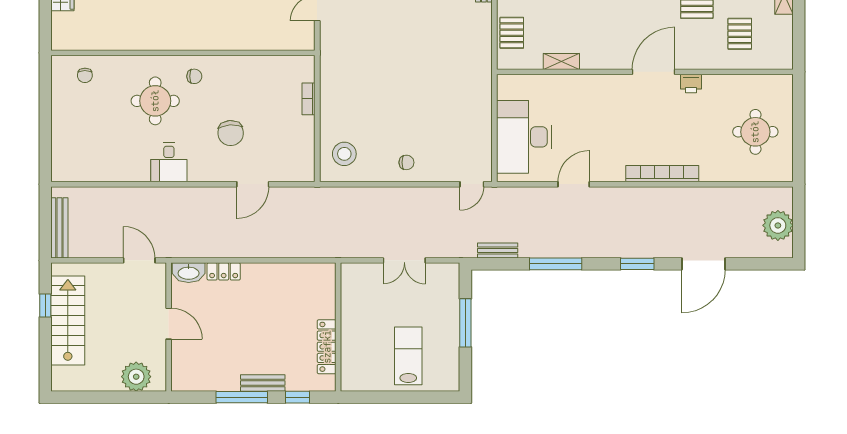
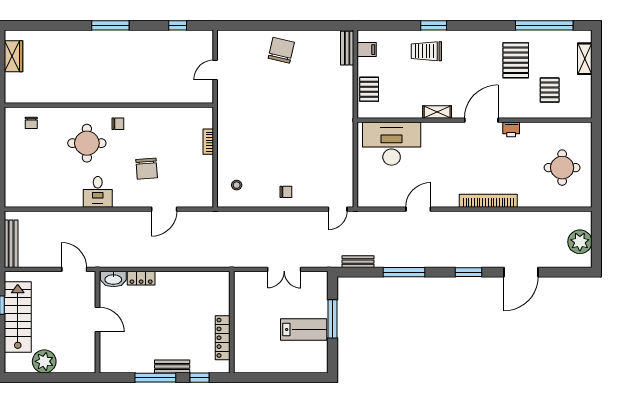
shelving: (561, 61) -> (437, 112), moved
desk: (524, 137) -> (392, 144), moved, turned 90
stool: (344, 154) -> (237, 185), width x0.53, depth x0.53
lab bench: (408, 356) -> (304, 329), moved, turned 90
plant: (136, 377) -> (44, 361), moved

